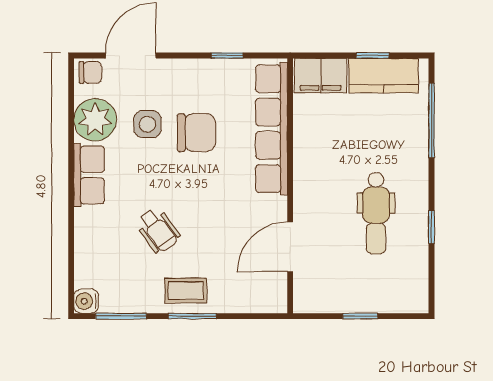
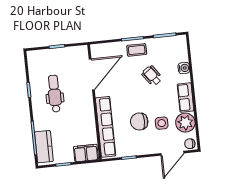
kitchen counter: (384, 76) -> (44, 147), moved, turned 90
door: (290, 247) -> (92, 74), width x1.36
water cooler: (86, 301) -> (184, 68), moved

